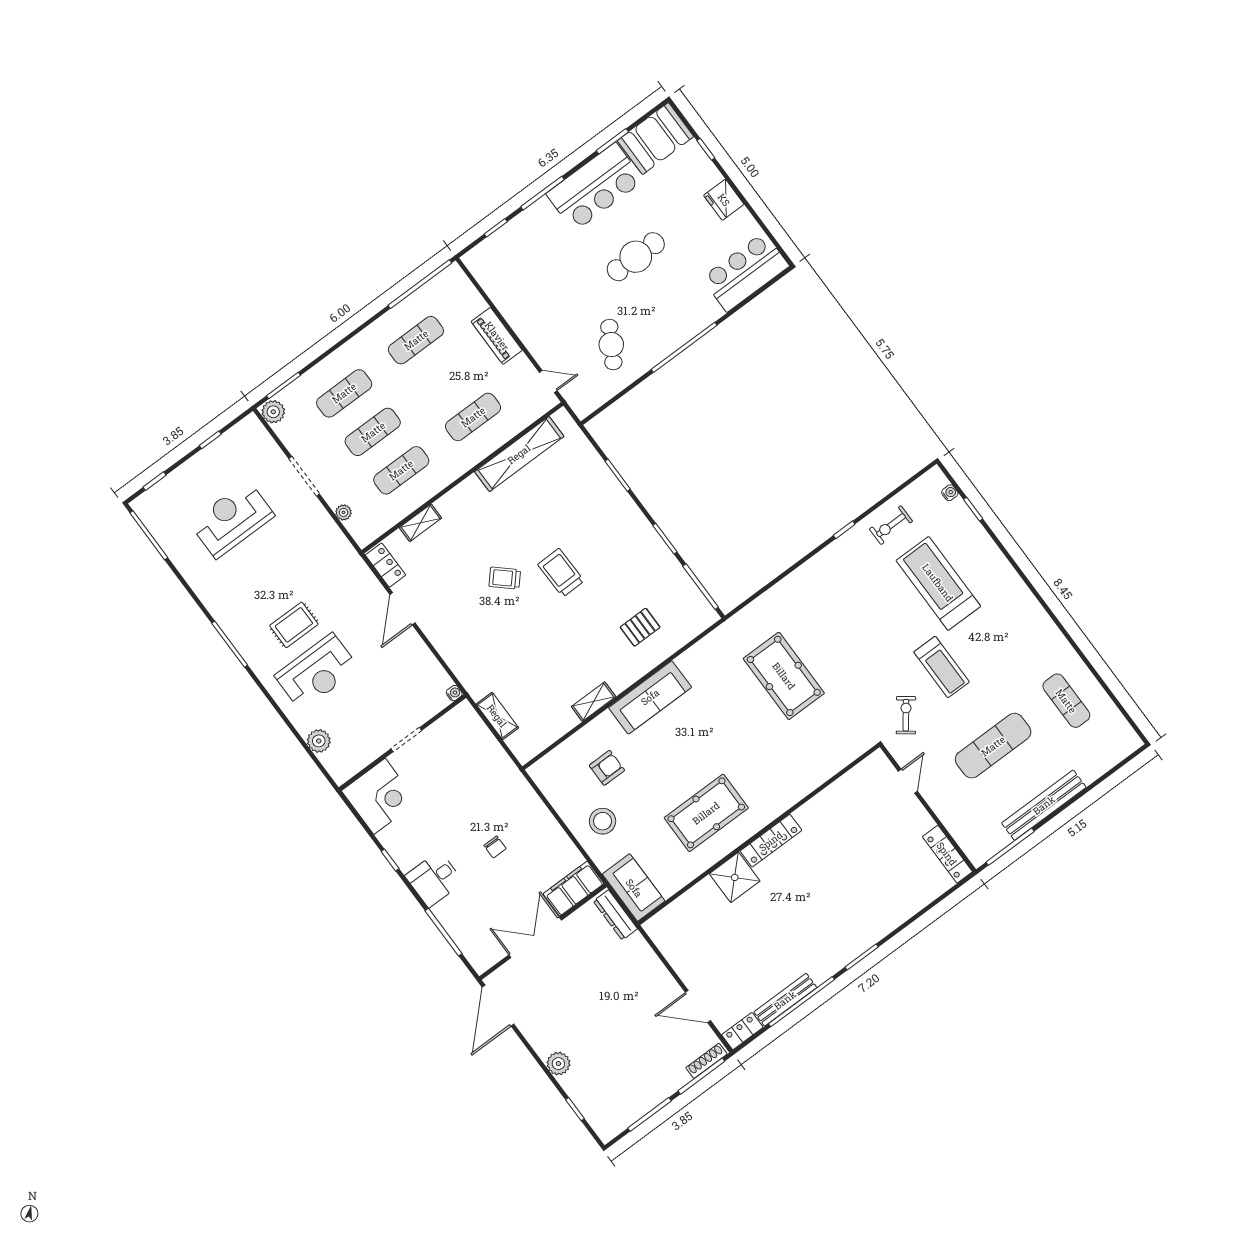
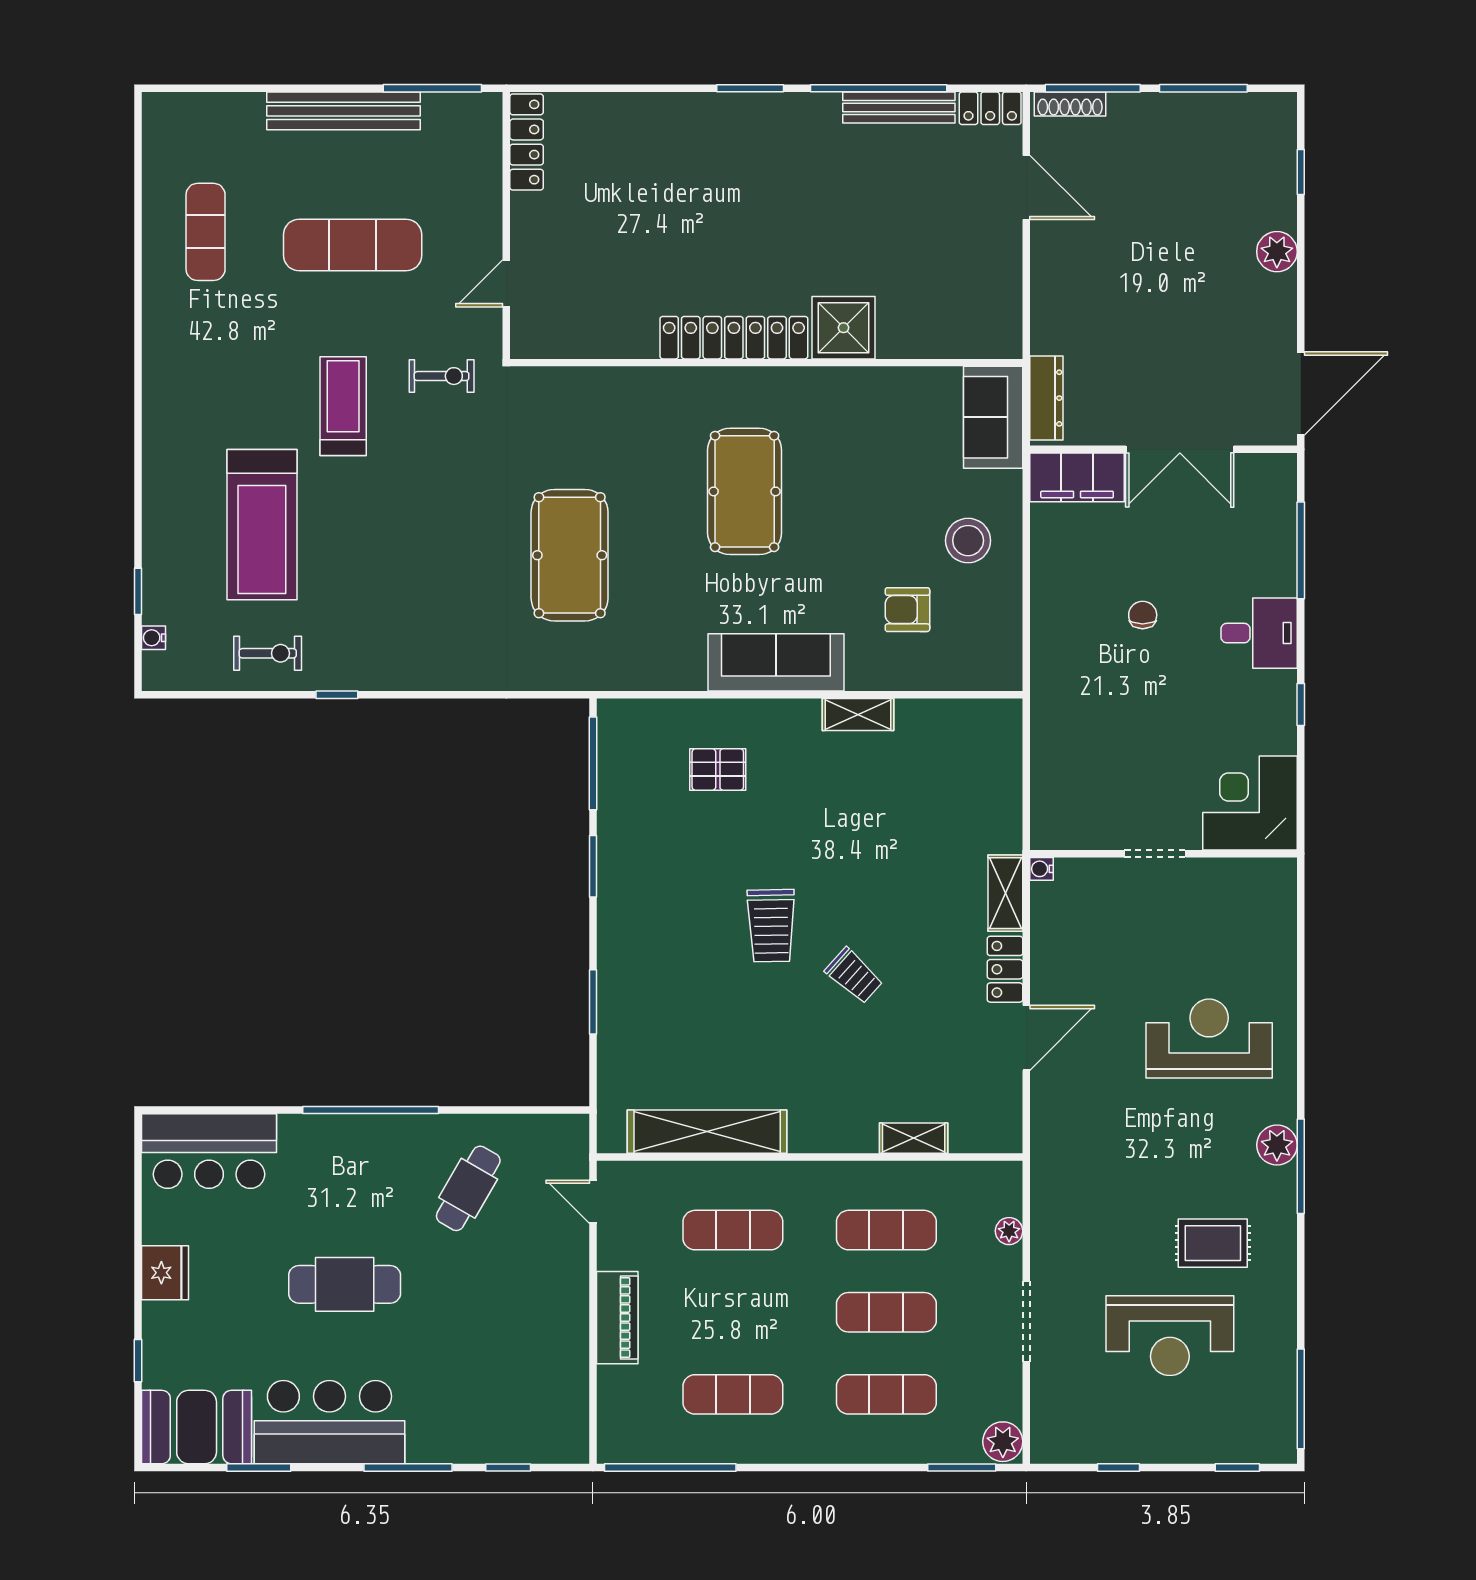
locker: (385, 565) -> (1005, 969), moved
rug: (294, 625) -> (1213, 1243), moved
exercise bike: (906, 715) -> (442, 376), turned -127
shelving: (497, 716) -> (1005, 893), moved
plant: (319, 741) -> (1277, 1145), moved
pool table: (706, 813) -> (745, 491), moved, turned 90
locker: (771, 841) -> (734, 338), width x1.41, depth x1.21

